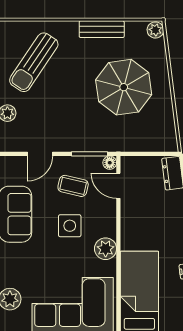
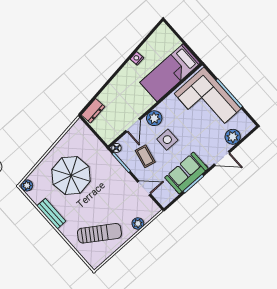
door: (118, 186) -> (133, 125), moved
plant: (106, 249) -> (154, 118), moved

